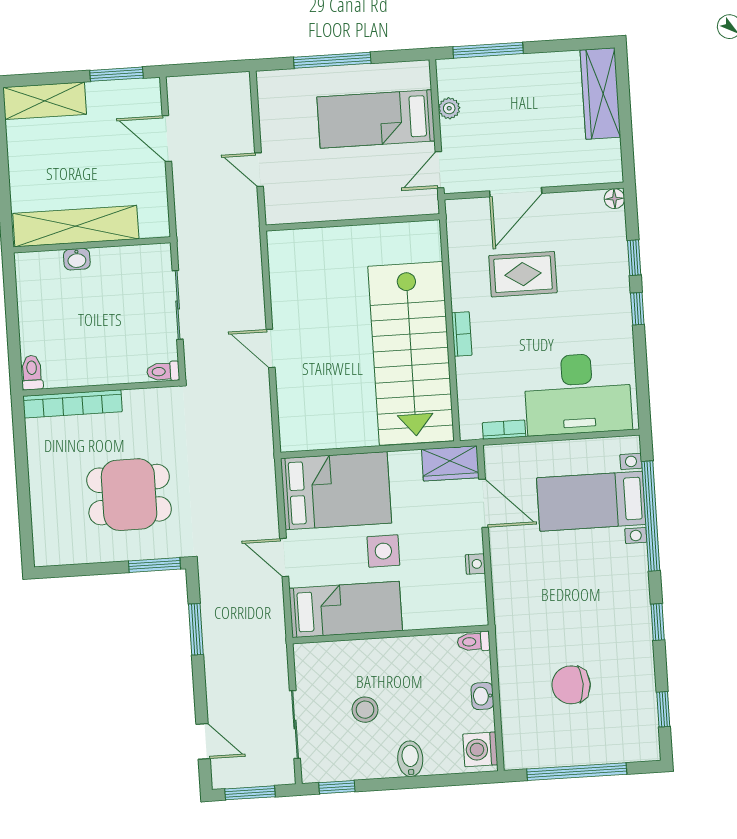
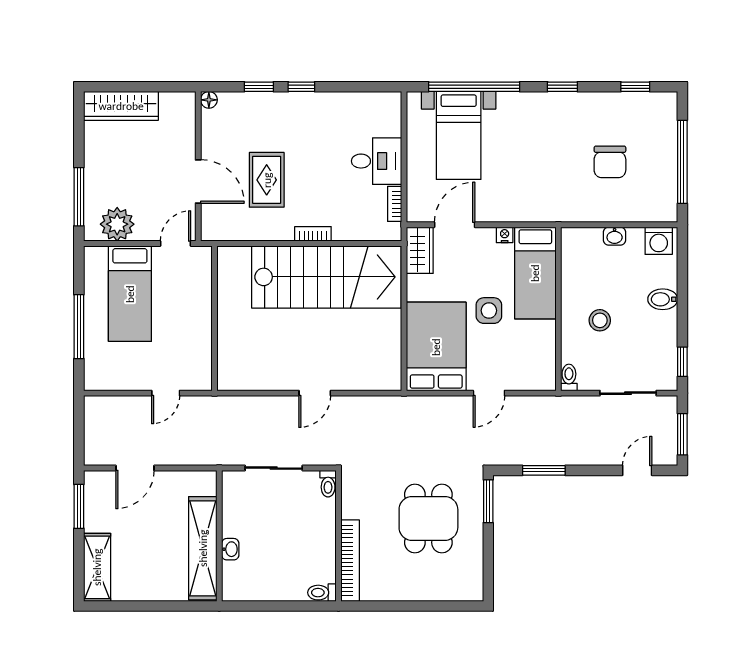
plant: (449, 108) -> (117, 224), width x1.88, depth x1.88
door: (440, 170) -> (176, 243), swing flipped
desk: (578, 394) -> (377, 161), width x0.53, depth x0.77
bed: (346, 609) -> (535, 273), moved, turned 180
toilet: (474, 642) -> (569, 377), moved, turned 180
stool: (365, 710) -> (600, 320), moved

